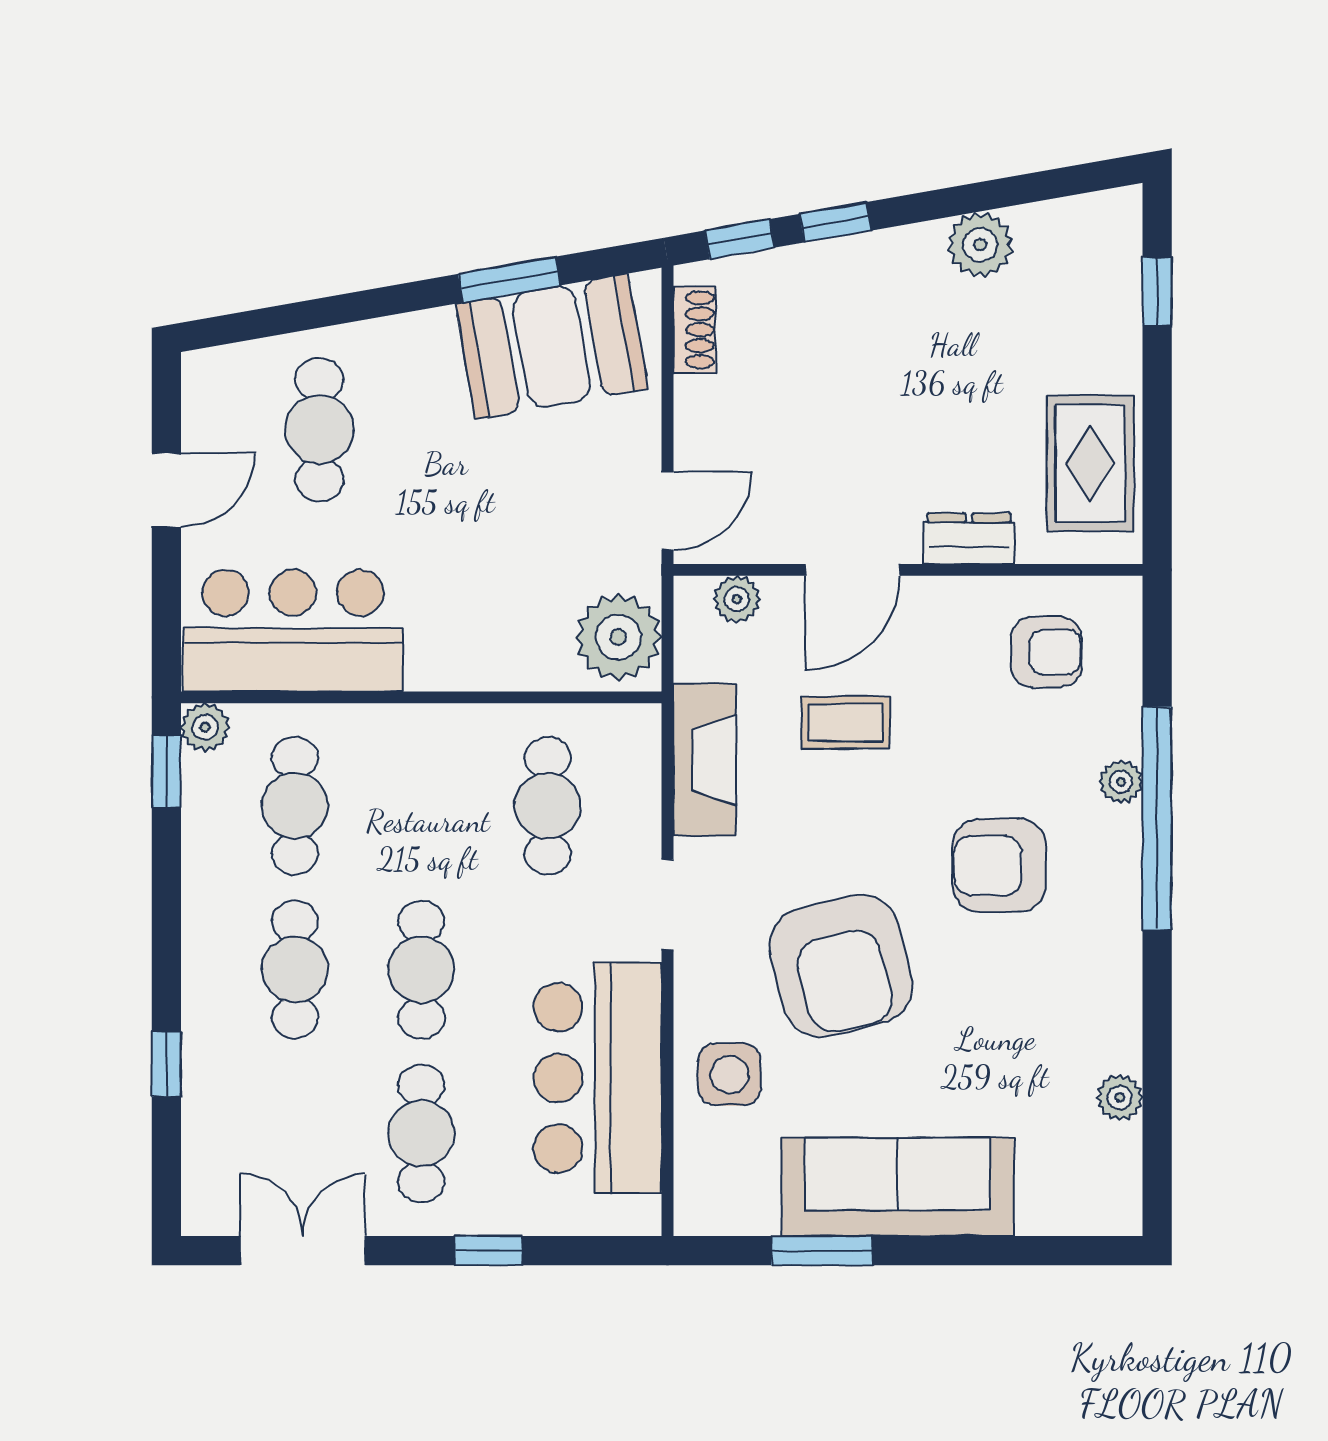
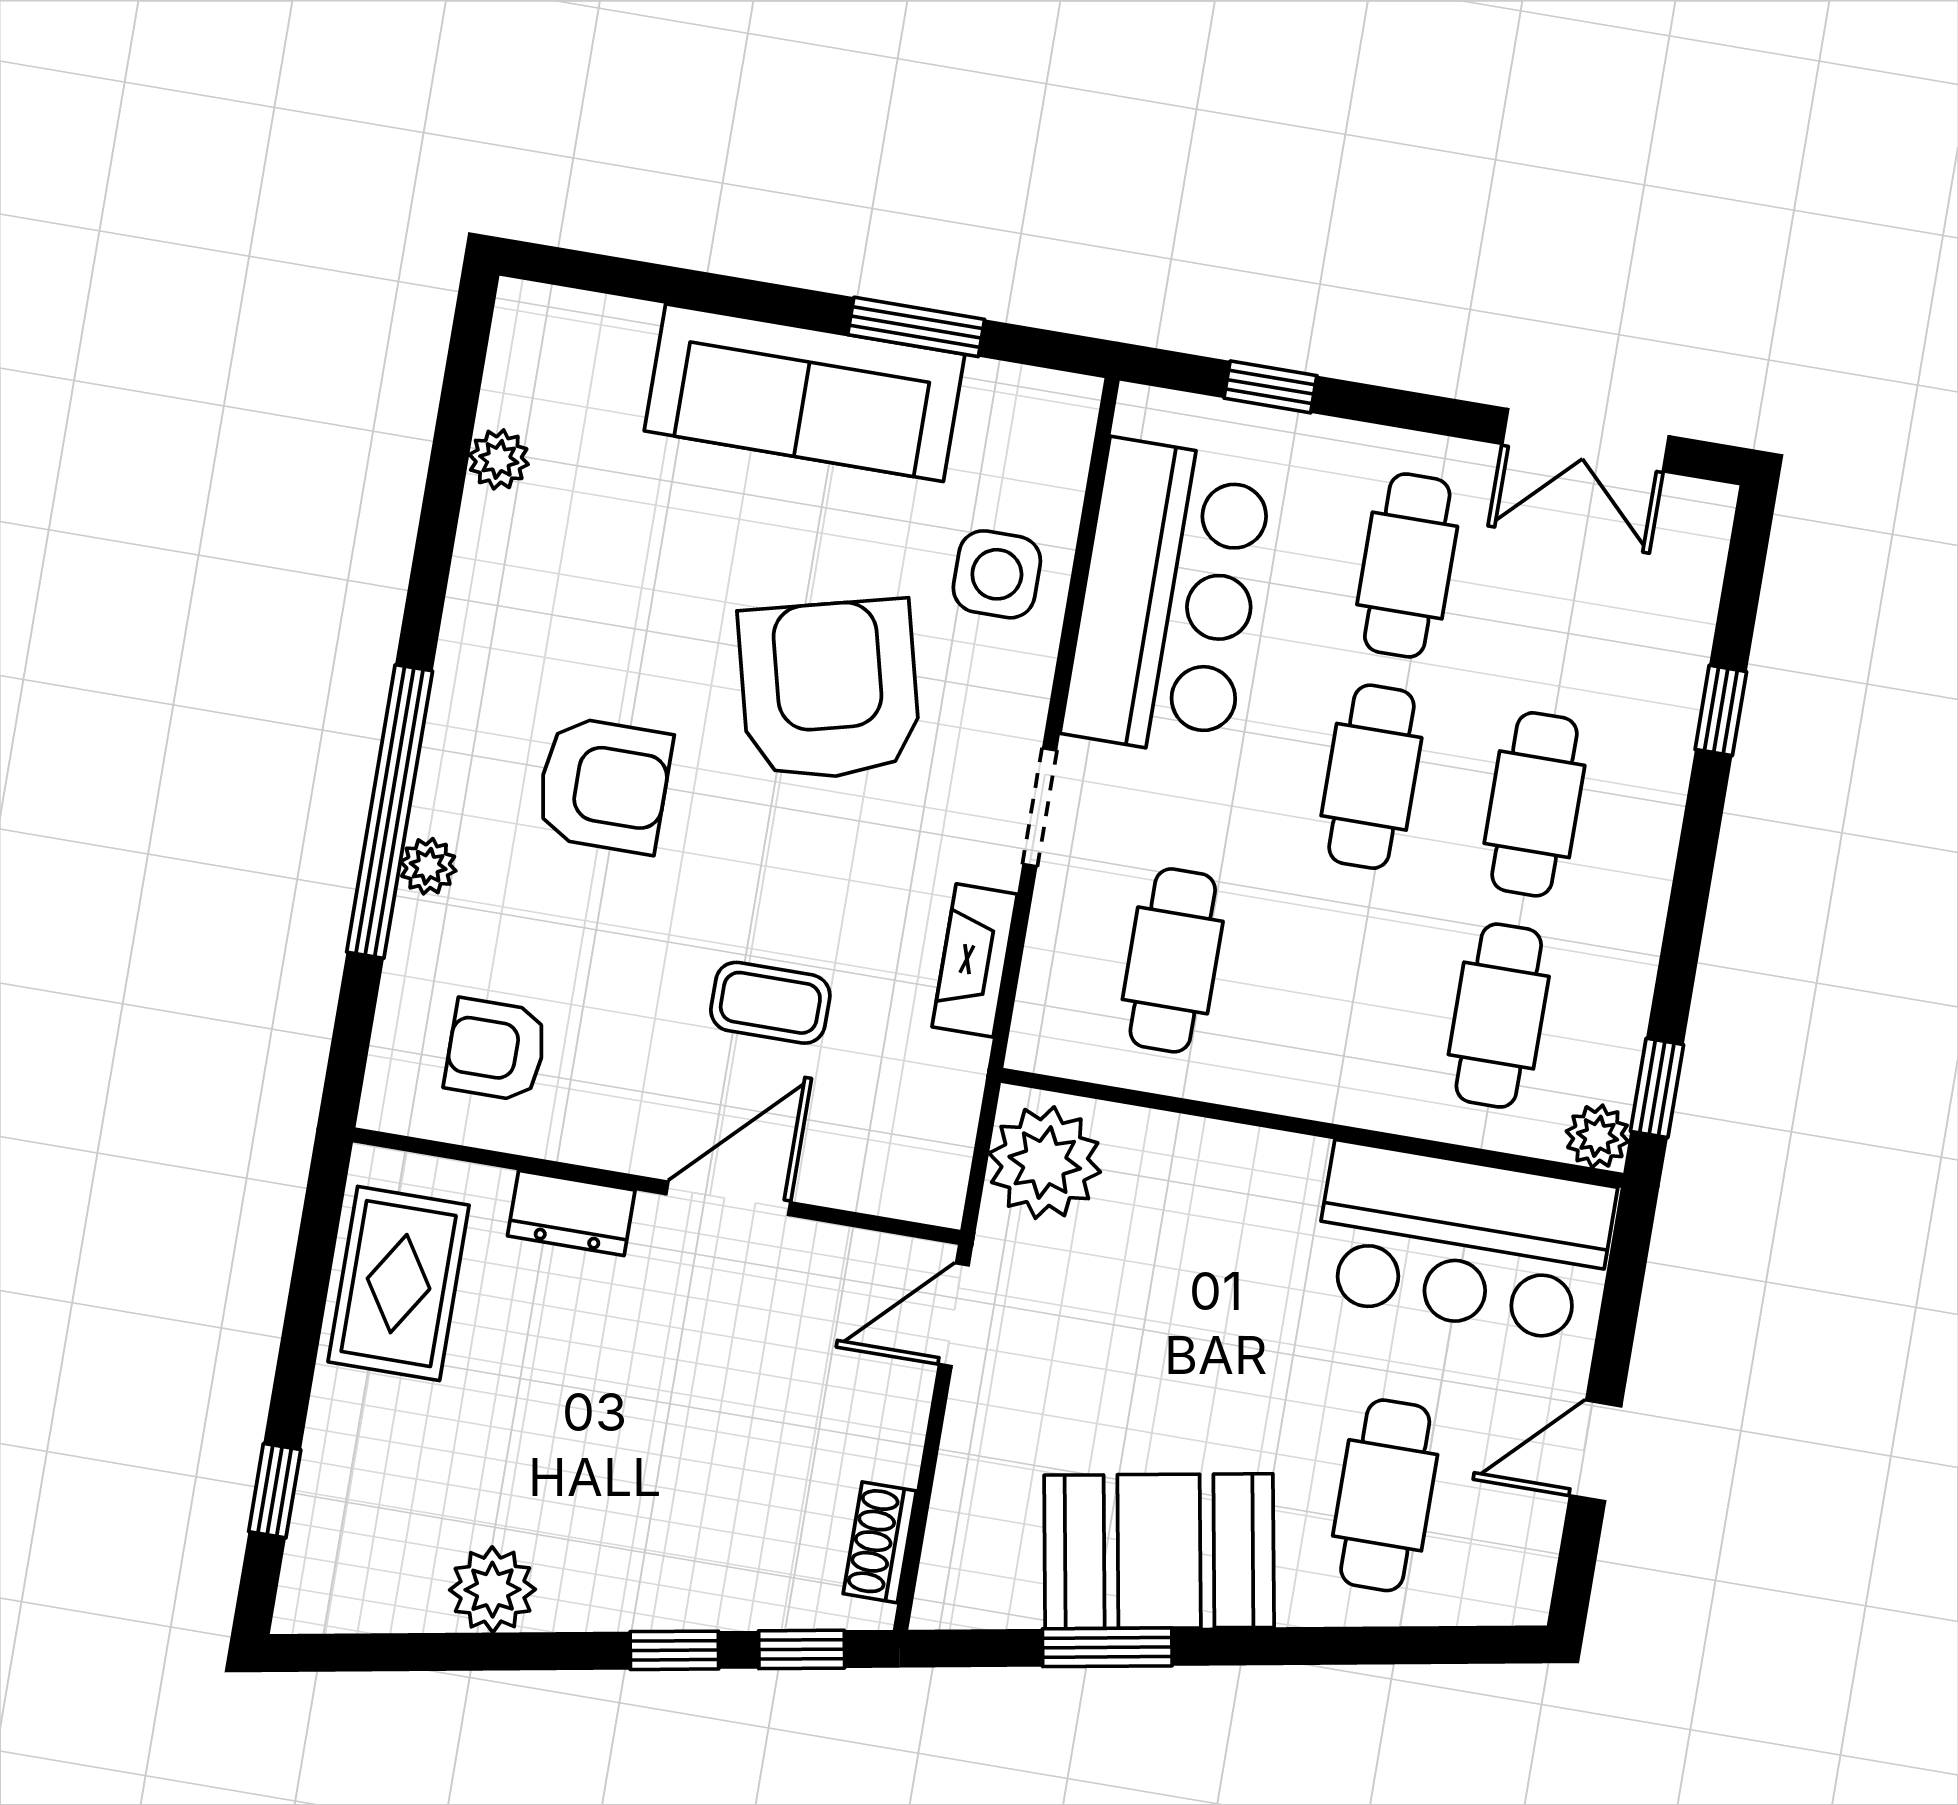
booth: (552, 346) -> (1159, 1551), moved
plant: (737, 599) -> (884, 1186), removed
fireplace: (705, 760) -> (975, 960), width x0.73, depth x0.76
window: (488, 1251) -> (1270, 387), moved

